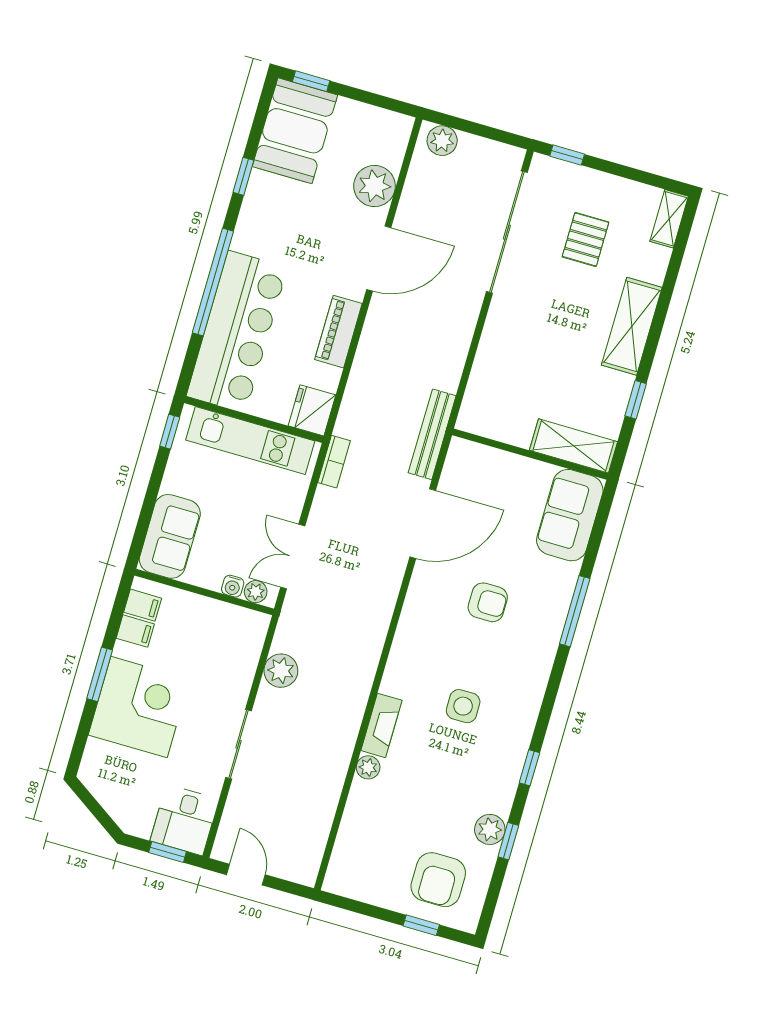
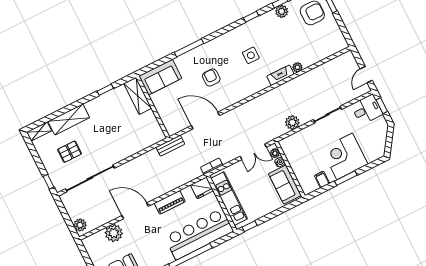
shelving: (632, 326) -> (69, 119), moved
bench: (432, 434) -> (170, 146), width x0.73
sofa: (170, 536) -> (285, 185), moved, turned -90
filing cabinet: (143, 605) -> (312, 185), removed

